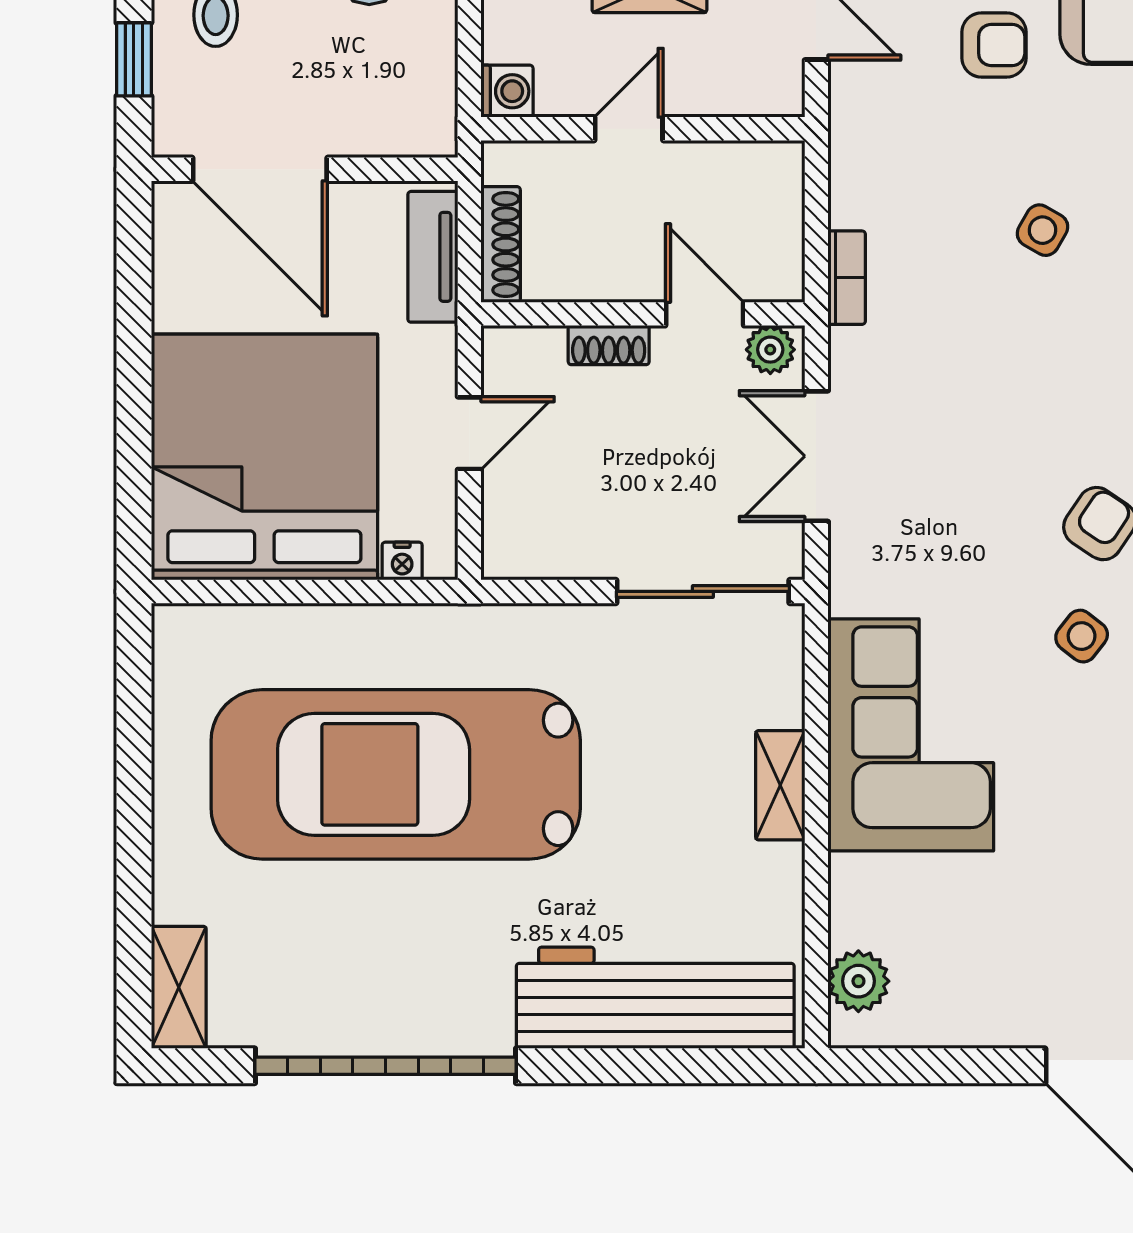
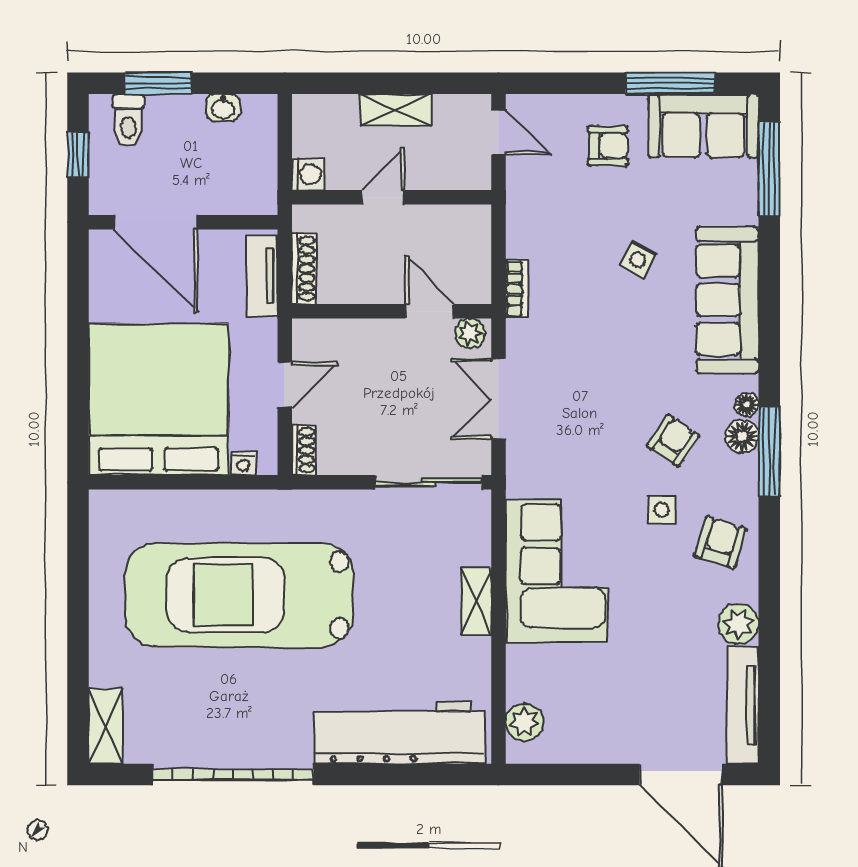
shoe rack: (609, 345) -> (304, 450), moved, turned -90
side table: (1082, 636) -> (662, 510), turned -38

